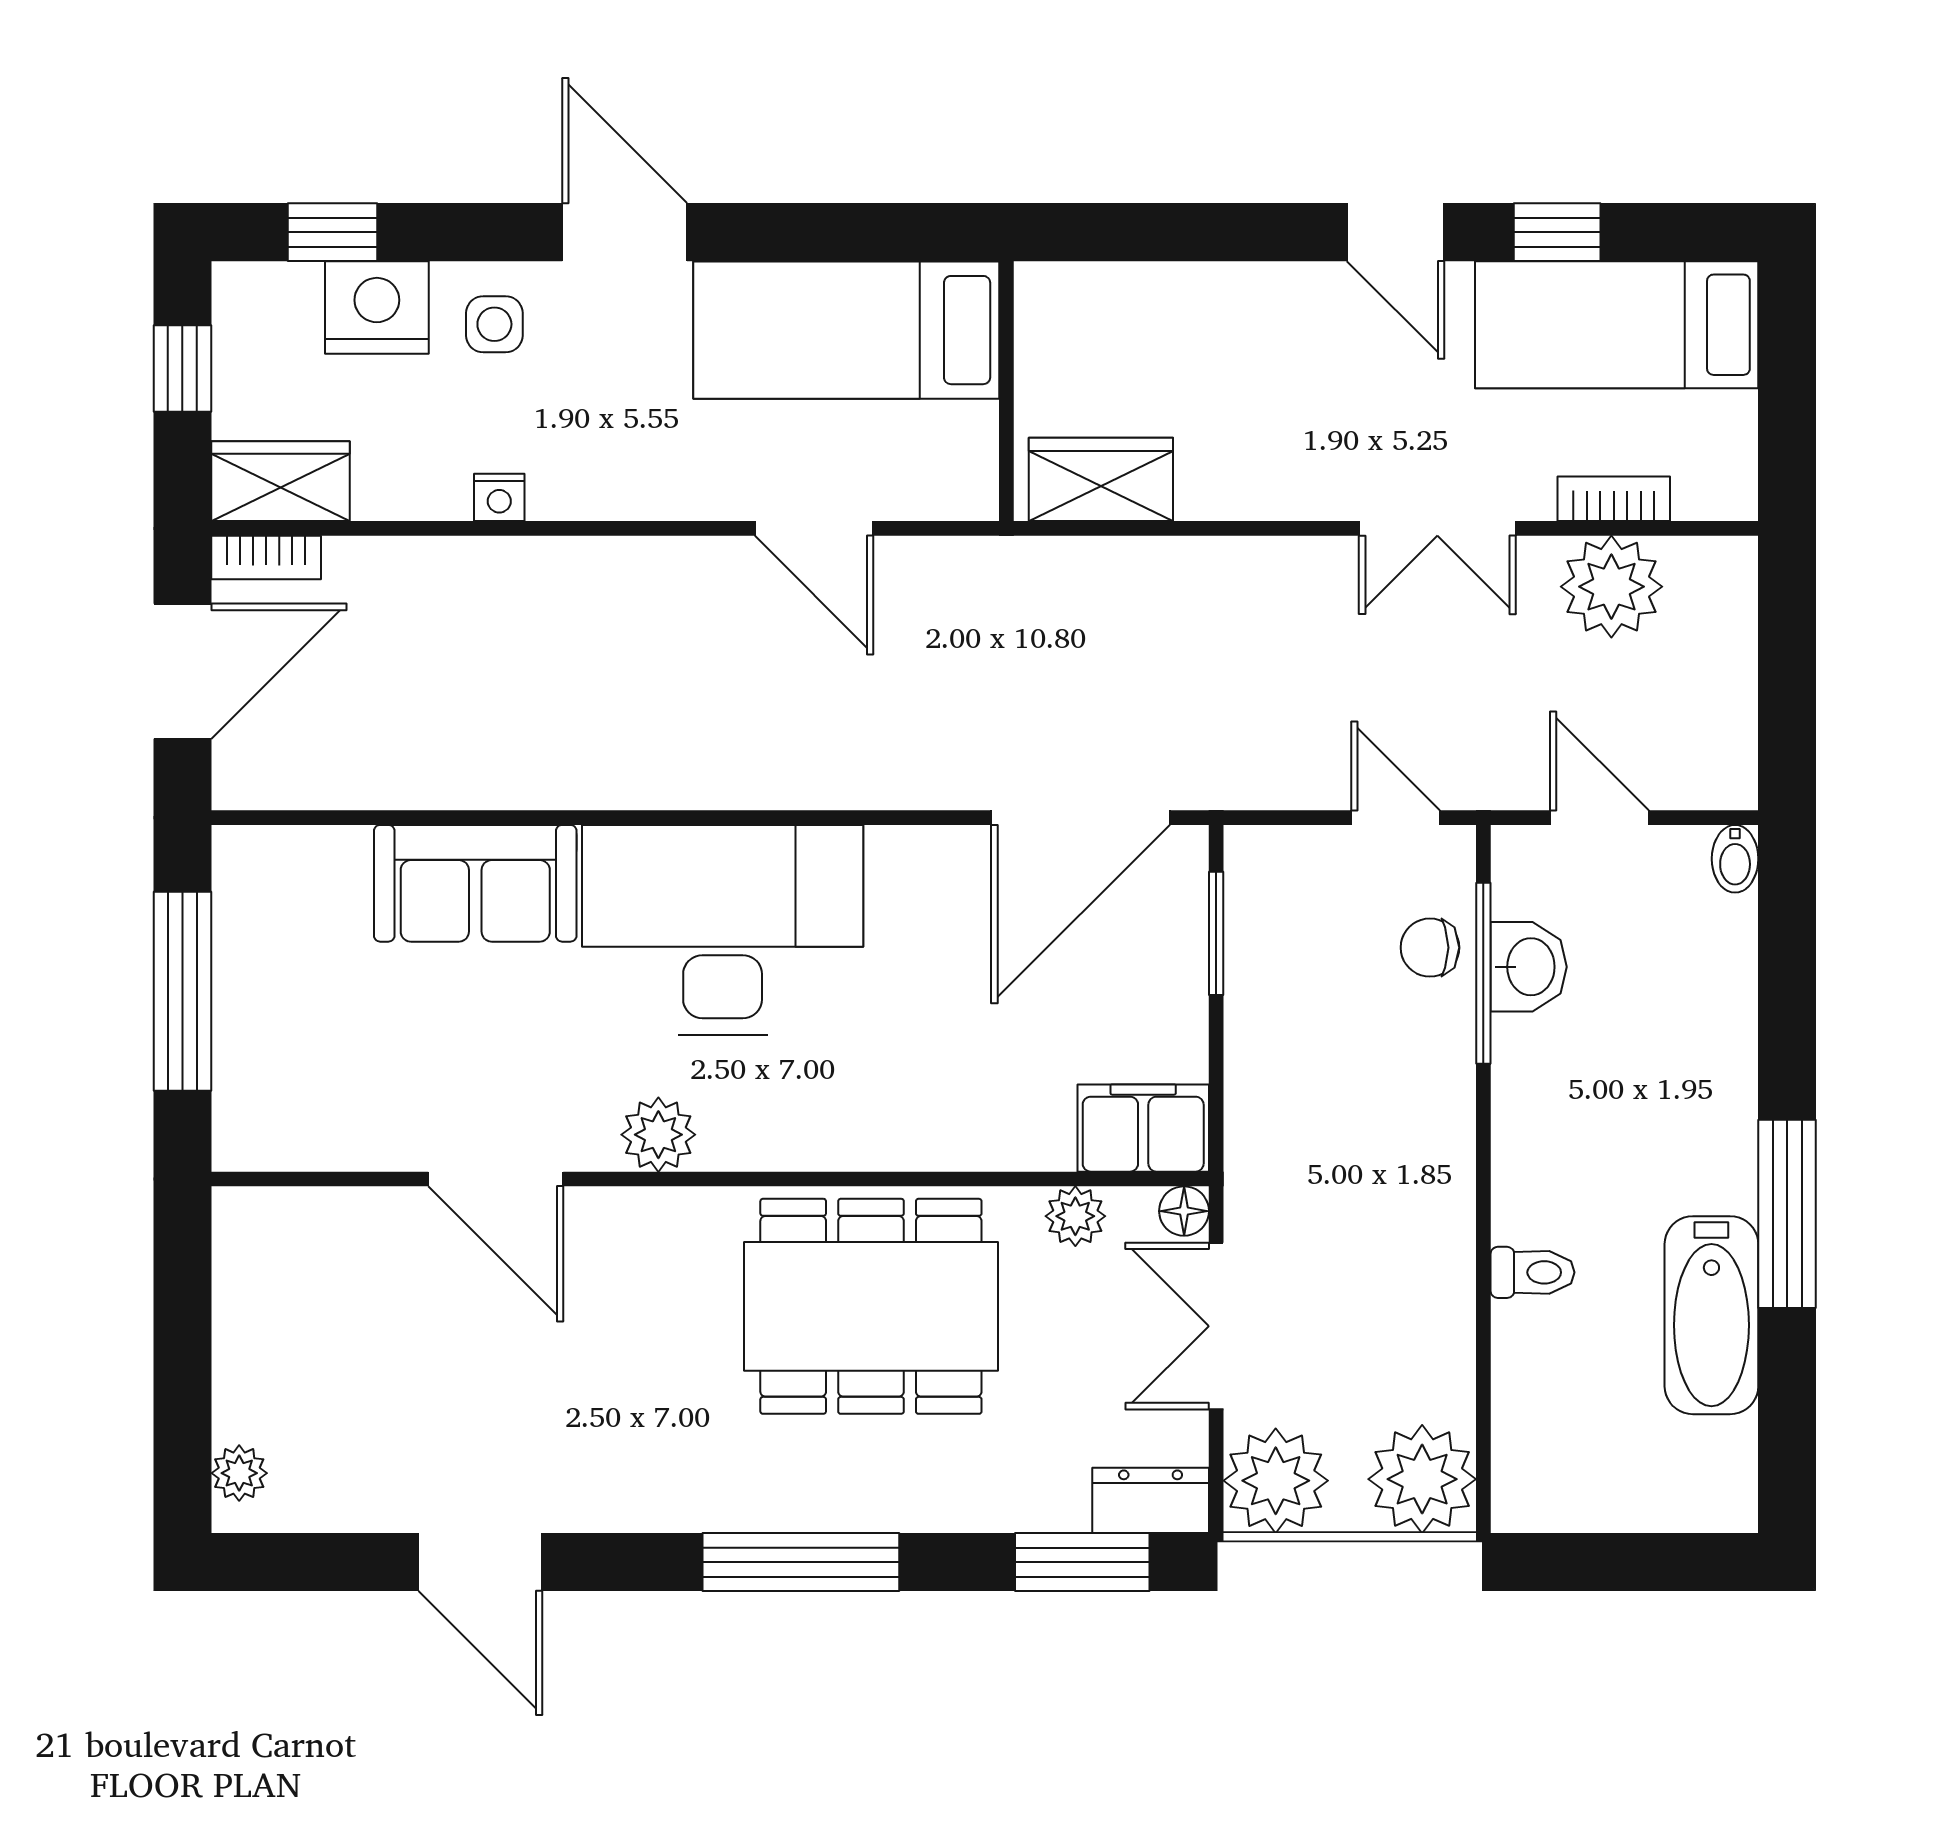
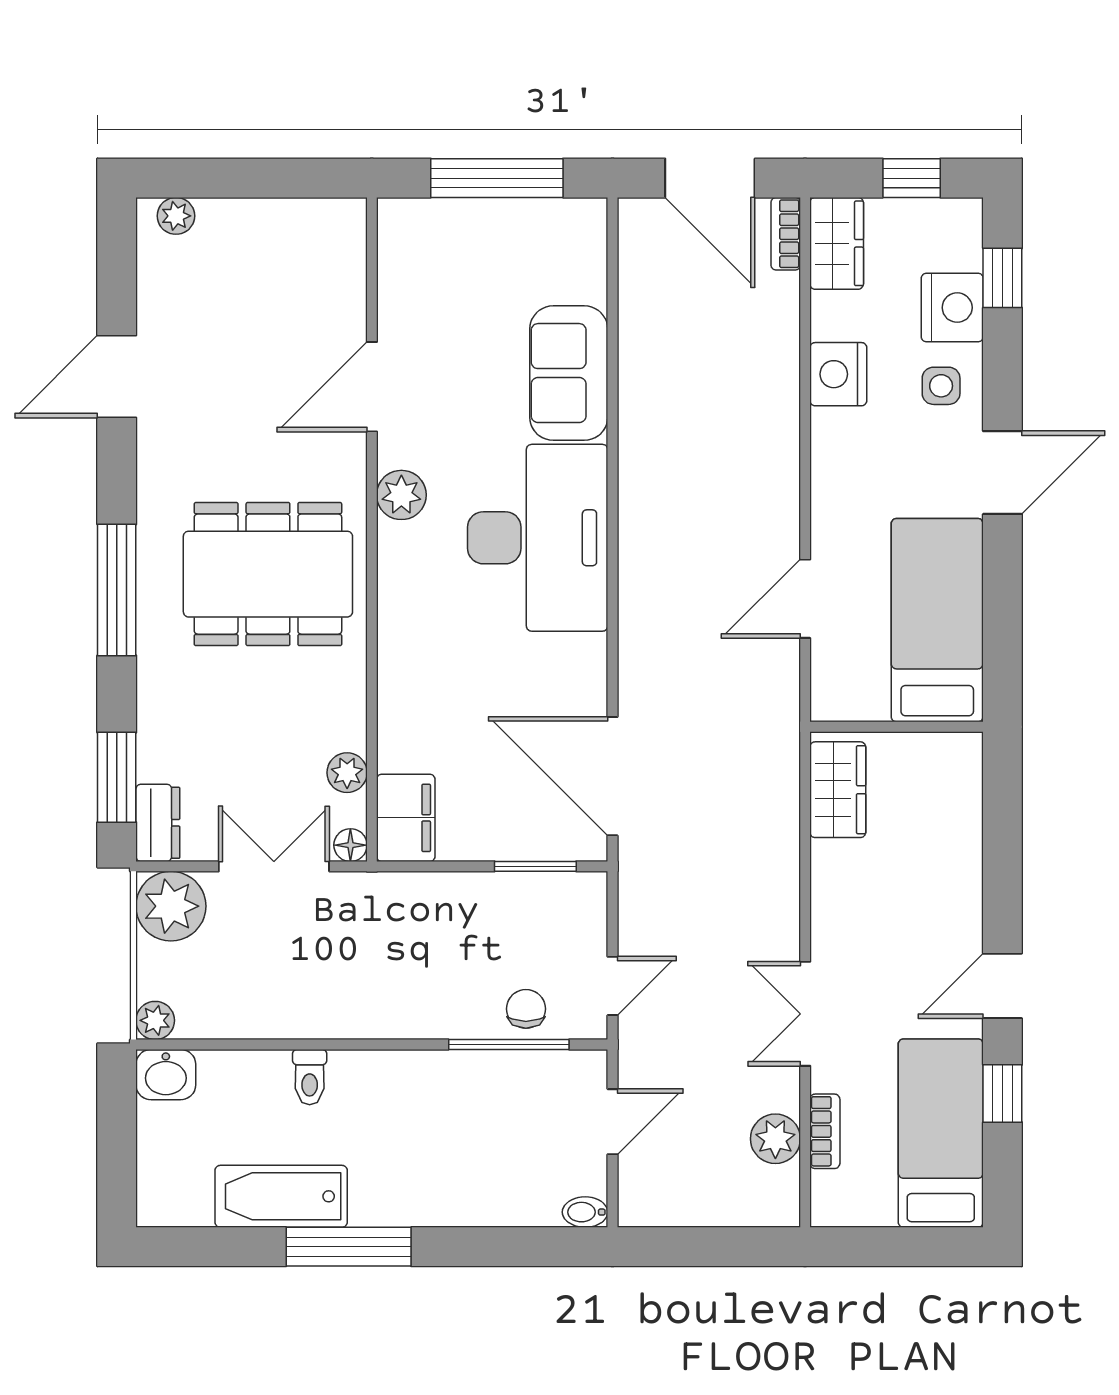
nightstand: (499, 497) -> (838, 374), width x1.89, depth x1.79
plant: (1611, 587) -> (775, 1139), width x0.73, depth x0.73
washbasin: (1529, 967) -> (166, 1075), moved
dining table: (871, 1306) -> (268, 574), moved, turned 90
plant: (1422, 1479) -> (155, 1020), width x0.53, depth x0.53

